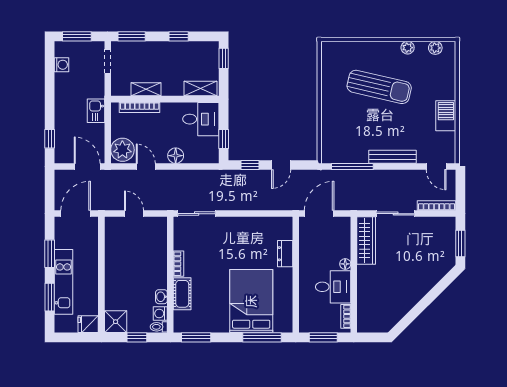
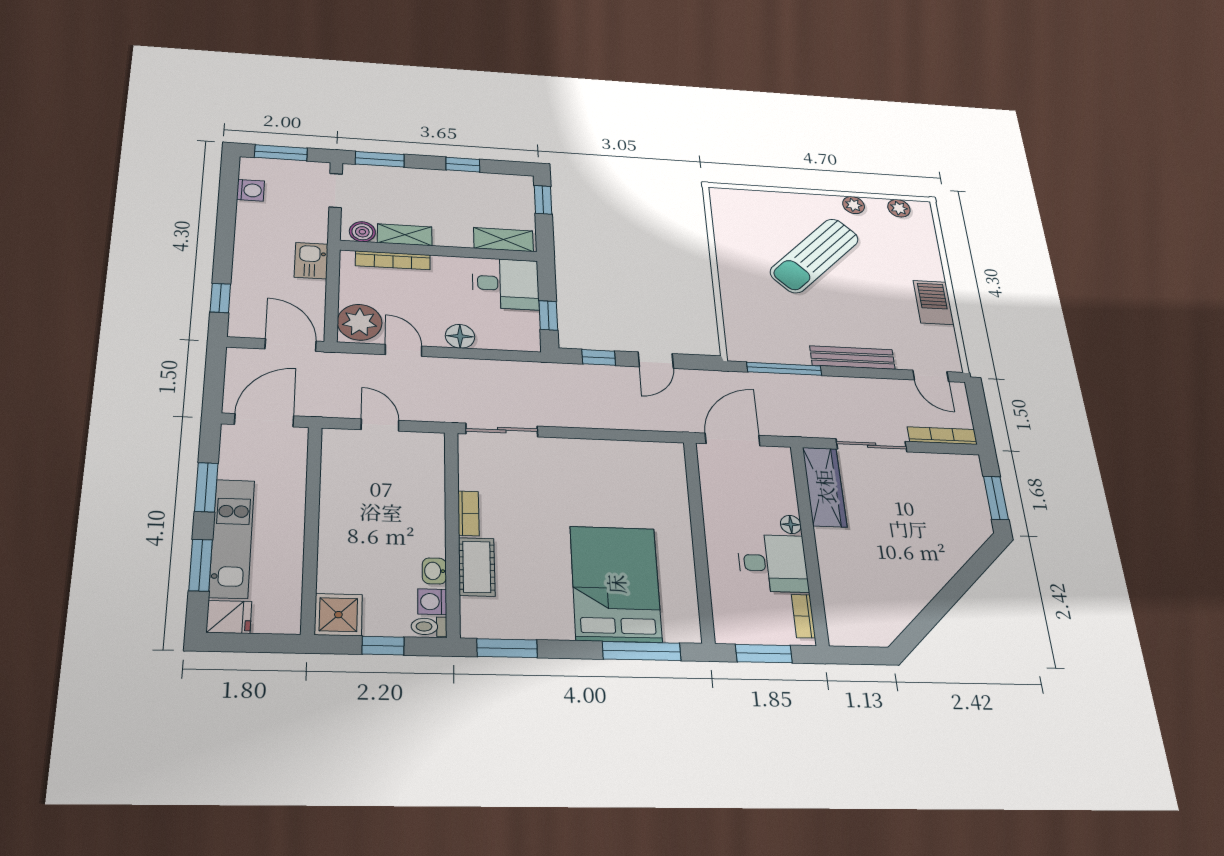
sun lounger: (379, 87) -> (814, 256), turned 122
boiler: (123, 89) -> (362, 232), added
dresser: (285, 254) -> (675, 503), removed
fridge: (88, 324) -> (229, 617), moved, turned 180

